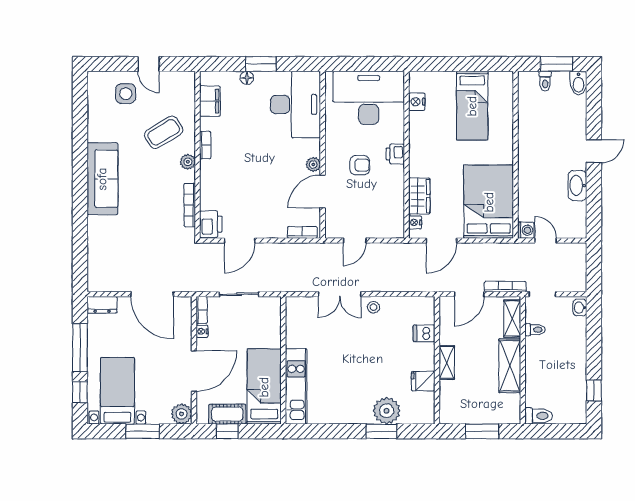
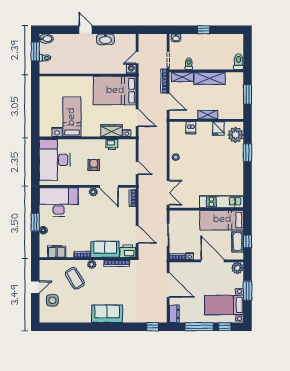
bed: (472, 106) -> (72, 117), moved, turned -90
printer: (395, 154) -> (112, 144), moved
sofa: (102, 179) -> (107, 314), width x0.73
sofa: (214, 185) -> (105, 249), added
window: (80, 267) -> (153, 327), added
door: (152, 294) -> (168, 285), hinge flipped
double door: (340, 294) -> (168, 193), moved
window: (594, 390) -> (203, 30), moved
plant: (387, 411) -> (236, 135), moved

